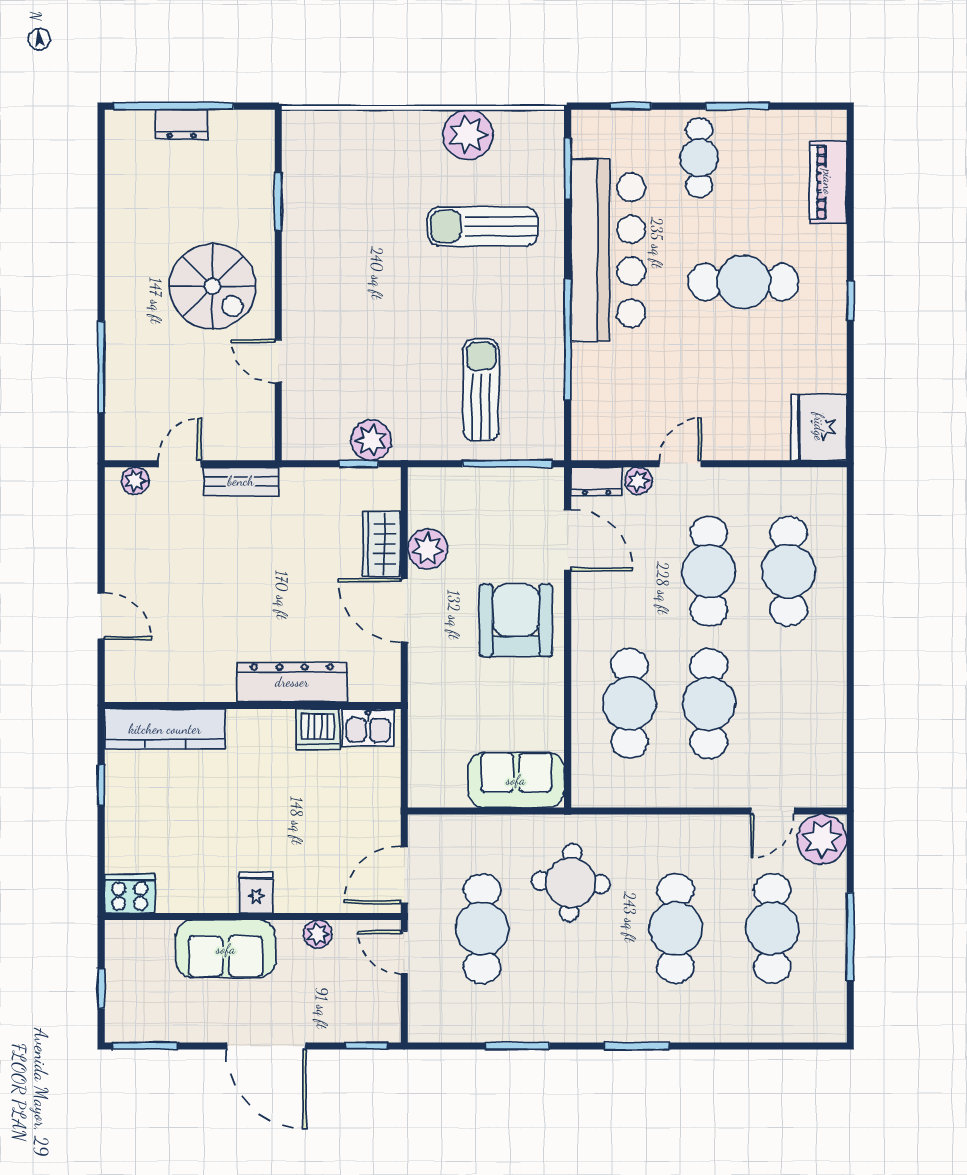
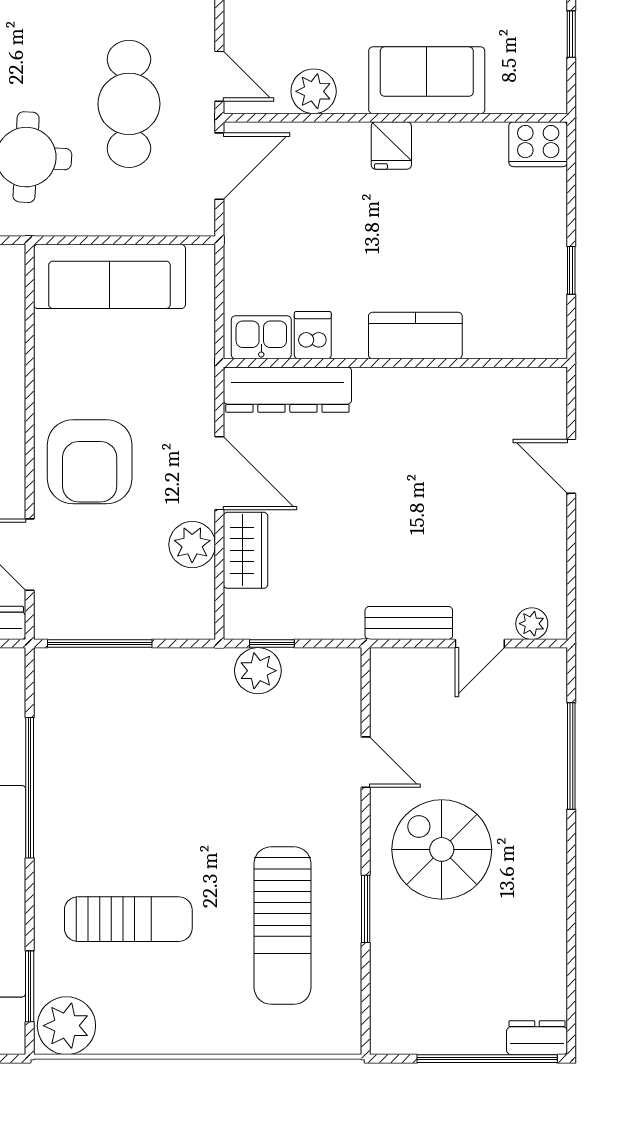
dresser: (182, 124) -> (537, 1038), moved
plant: (468, 135) -> (66, 1026), moved
window: (278, 201) -> (366, 909), moved
sun lounger: (481, 390) -> (283, 926), moved, width x1.36, depth x1.34
dresser: (292, 682) -> (287, 390), moved
kitchen counter: (165, 729) -> (415, 335), moved, width x0.67
dishwasher: (318, 729) -> (313, 335), width x0.73
sofa: (516, 780) -> (109, 276), width x1.36
plant: (318, 934) -> (314, 91), width x1.38, depth x1.38

